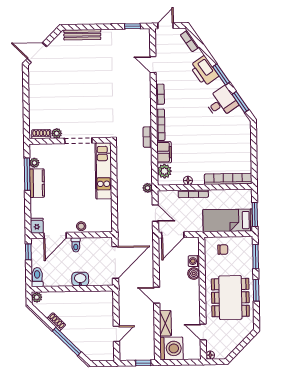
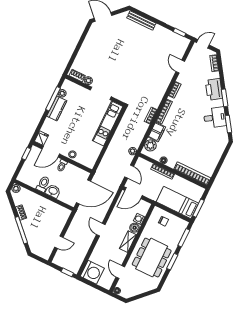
toilet: (37, 277) -> (43, 184), moved
shelving: (165, 323) -> (128, 242), moved

